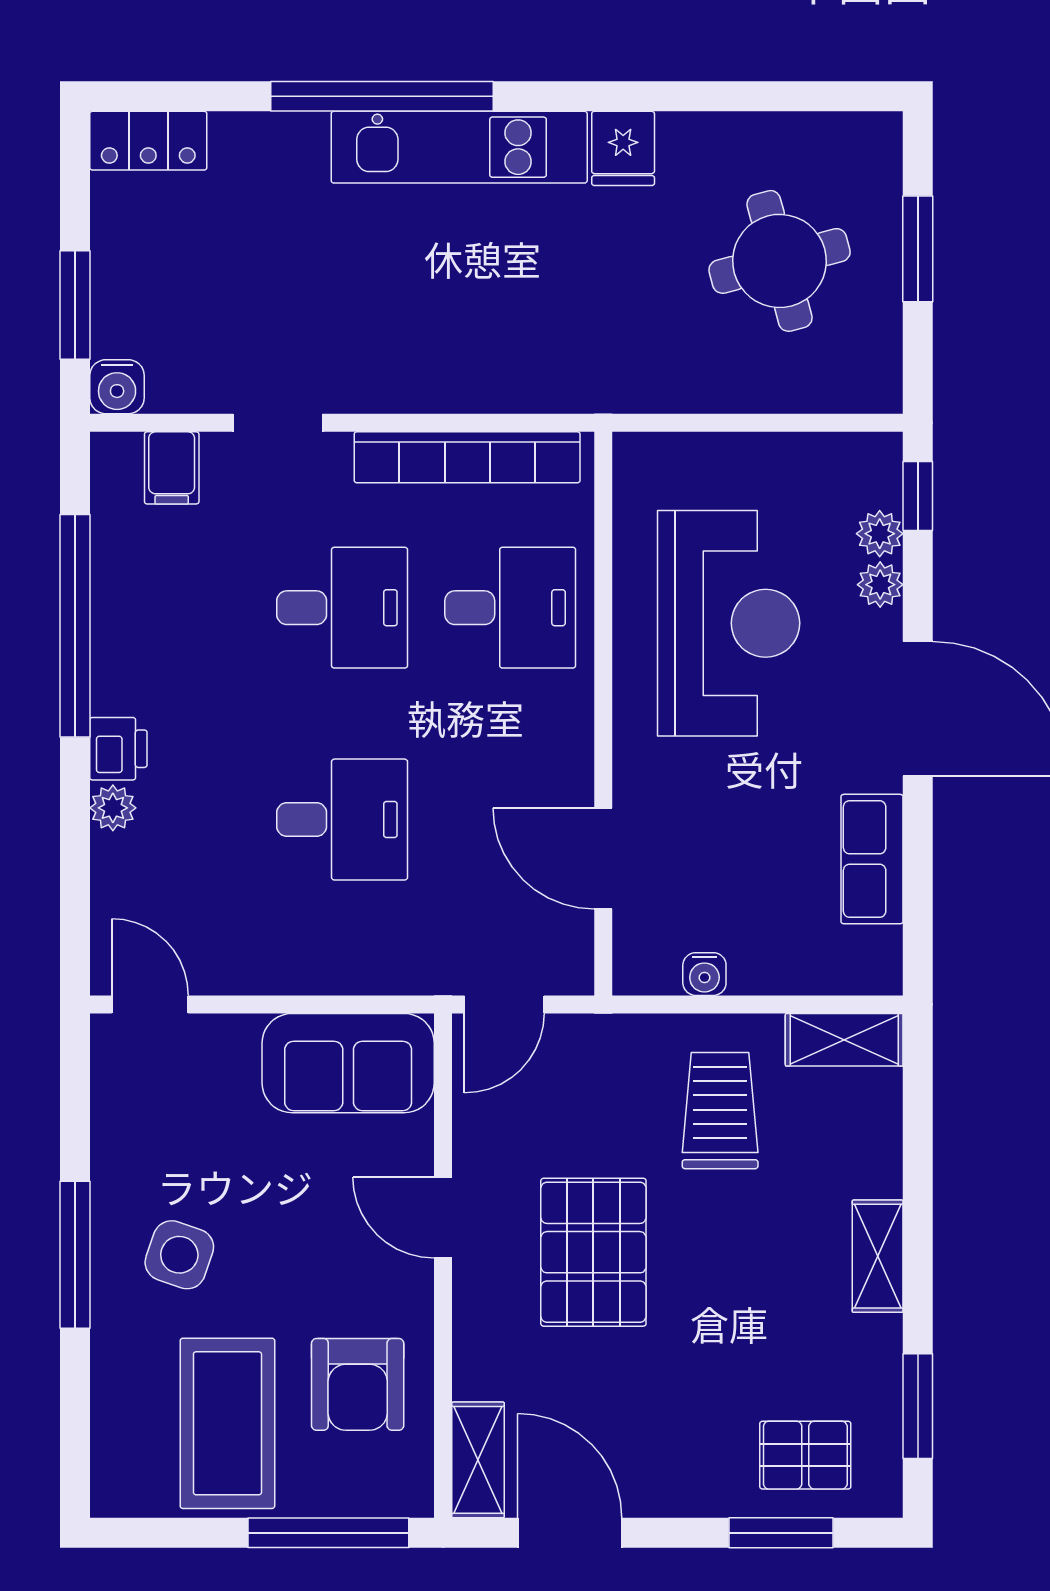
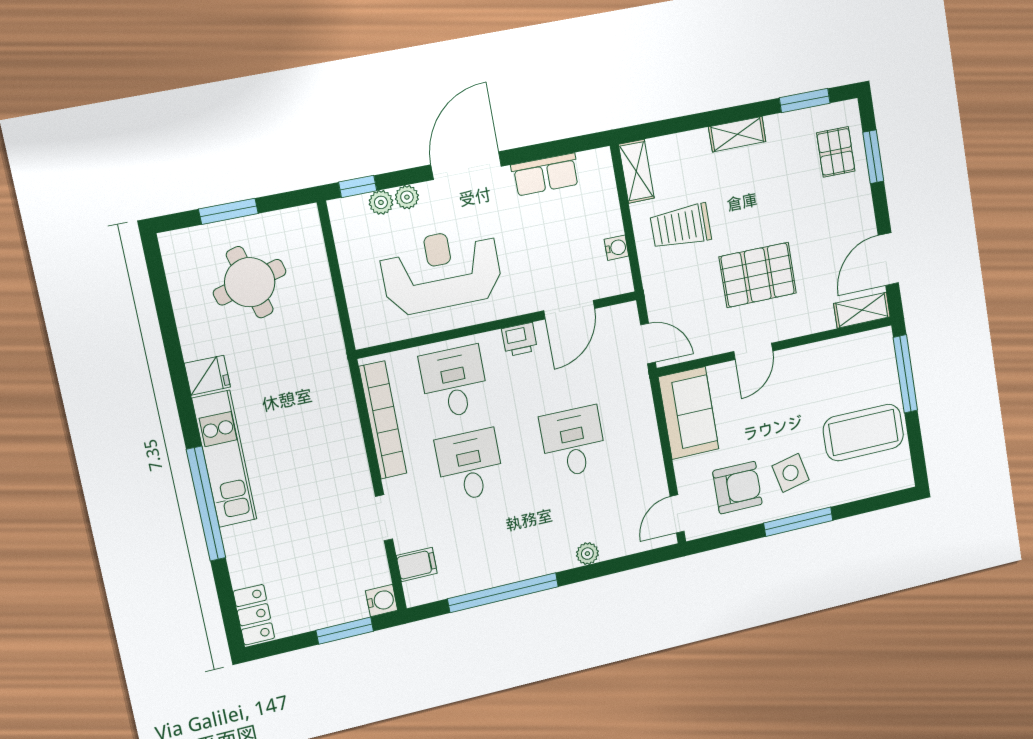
printer: (118, 749) -> (519, 339), moved, turned 180
side table: (179, 1255) -> (791, 473), turned -32
armchair: (358, 1384) -> (737, 488), moved

